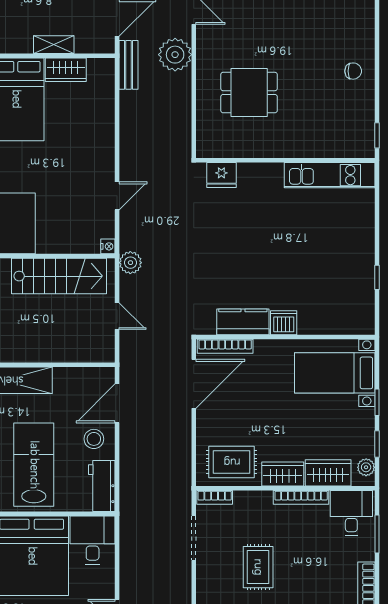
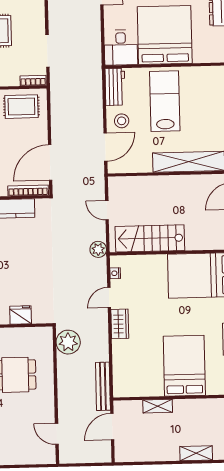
plant: (175, 55) -> (68, 342), moved
bench: (129, 65) -> (103, 386), width x1.36
wardrobe: (66, 70) -> (120, 324), moved, turned 90
fridge: (221, 175) -> (21, 315), moved
nightstand: (108, 246) -> (115, 273), moved
lab bench: (34, 465) -> (165, 101), turned 180

